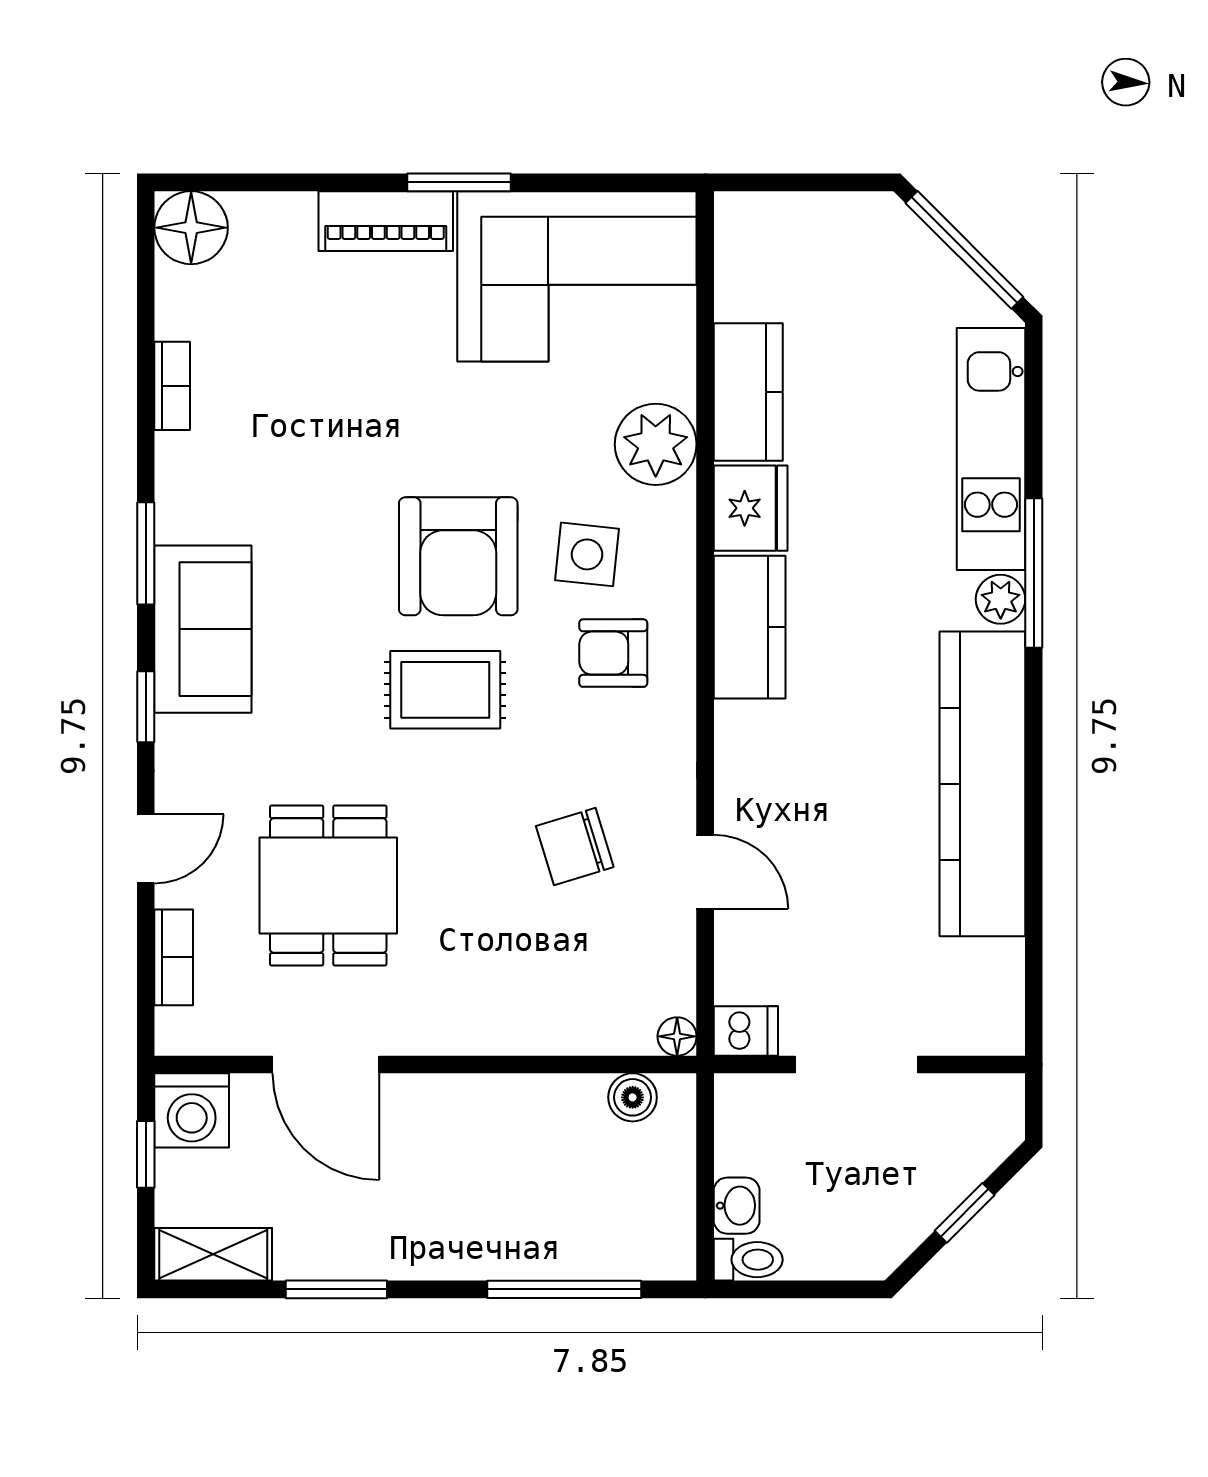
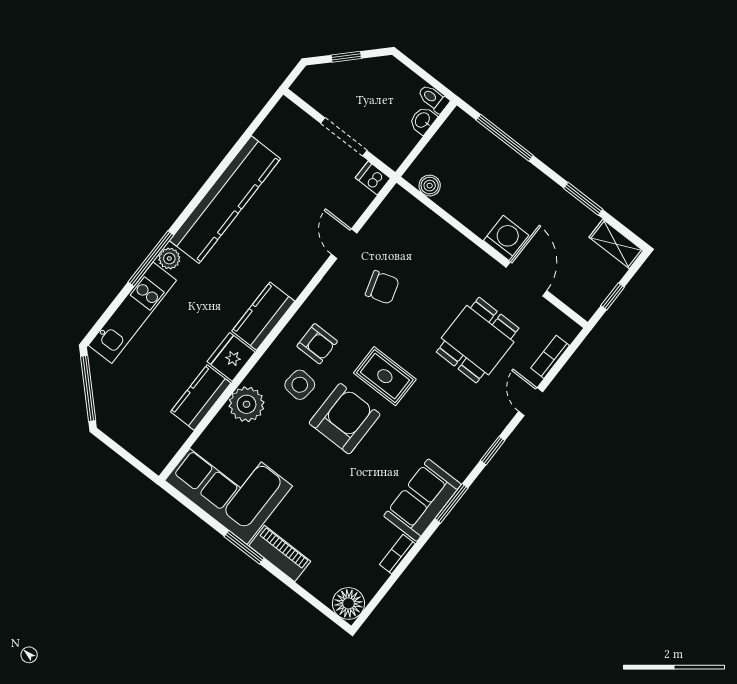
sofa: (203, 629) -> (422, 500), moved
door: (146, 849) -> (531, 402), hinge flipped
floor lamp: (677, 1036) -> (398, 195), removed
washing machine: (192, 1110) -> (506, 238), moved

